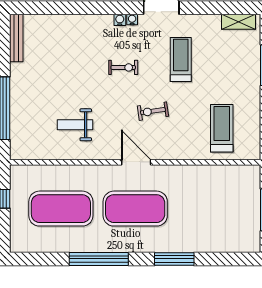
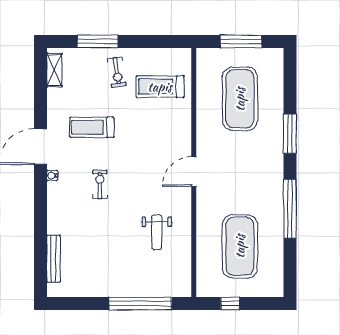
water cooler: (120, 20) -> (53, 188), removed
bench: (16, 38) -> (54, 259), moved, turned 90
exercise bike: (153, 111) -> (117, 72), moved
exercise mat: (135, 209) -> (240, 99), moved

